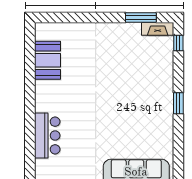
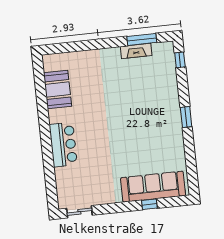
fireplace: (158, 29) -> (136, 51), moved
bar counter: (47, 136) -> (63, 145), moved

